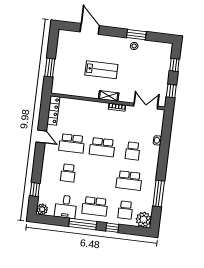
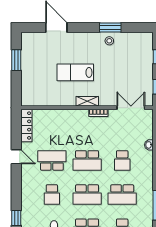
window: (50, 67) -> (16, 60), moved
lab bench: (101, 70) -> (75, 72), turned 180
school desk: (72, 143) -> (52, 160), turned 180
school desk: (99, 177) -> (87, 195), added

